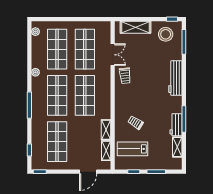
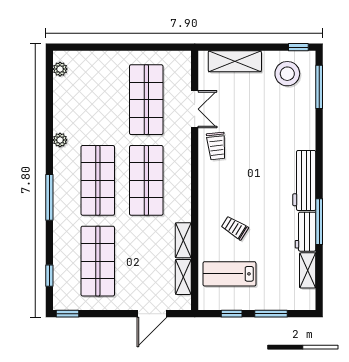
shop shelf: (57, 49) -> (98, 100), removed
workbench: (175, 78) -> (304, 180), moved

